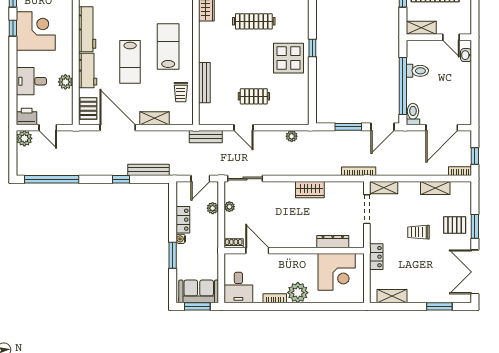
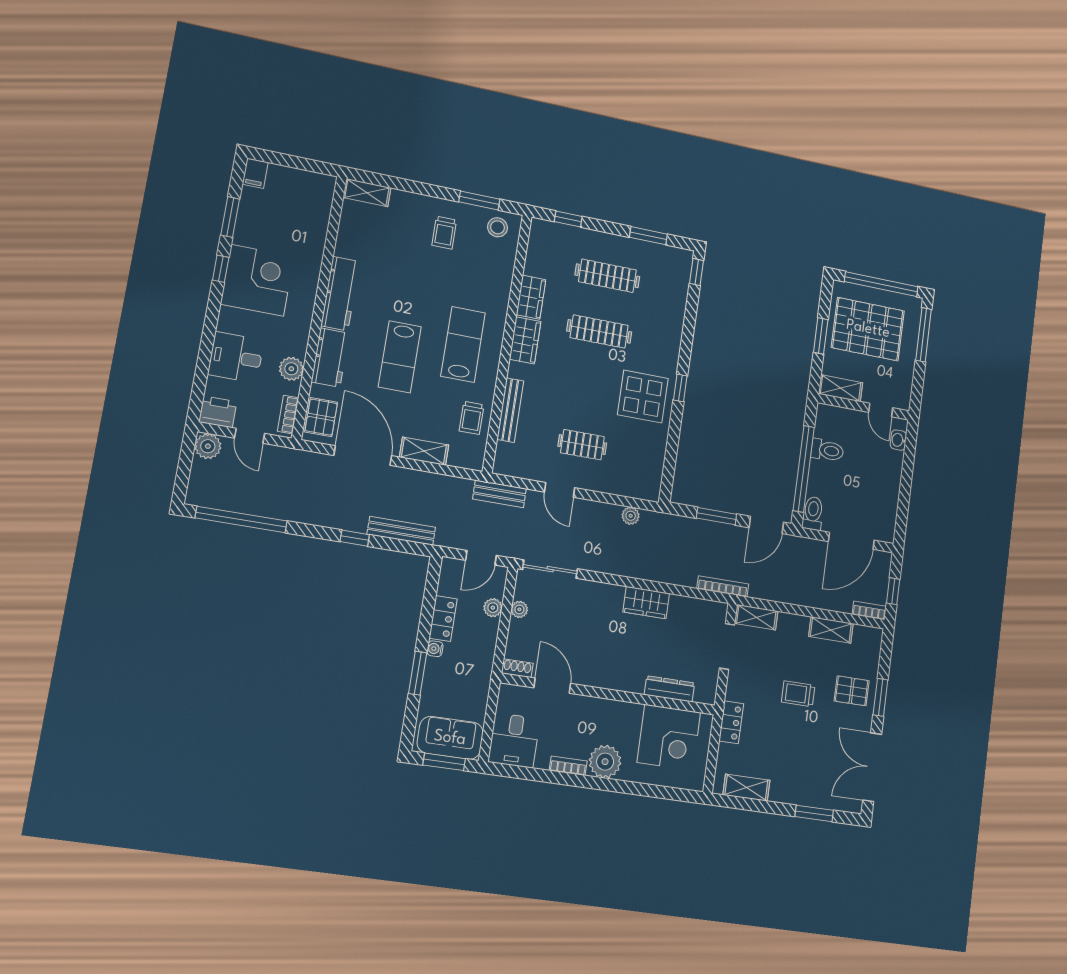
wardrobe: (207, 36) -> (525, 340), added
bookcase: (68, 111) -> (288, 415), added

